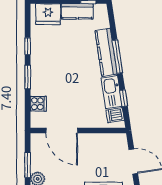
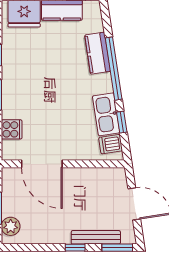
kitchen counter: (106, 52) -> (98, 53), width x0.67
window: (117, 57) -> (114, 69), width x1.46

